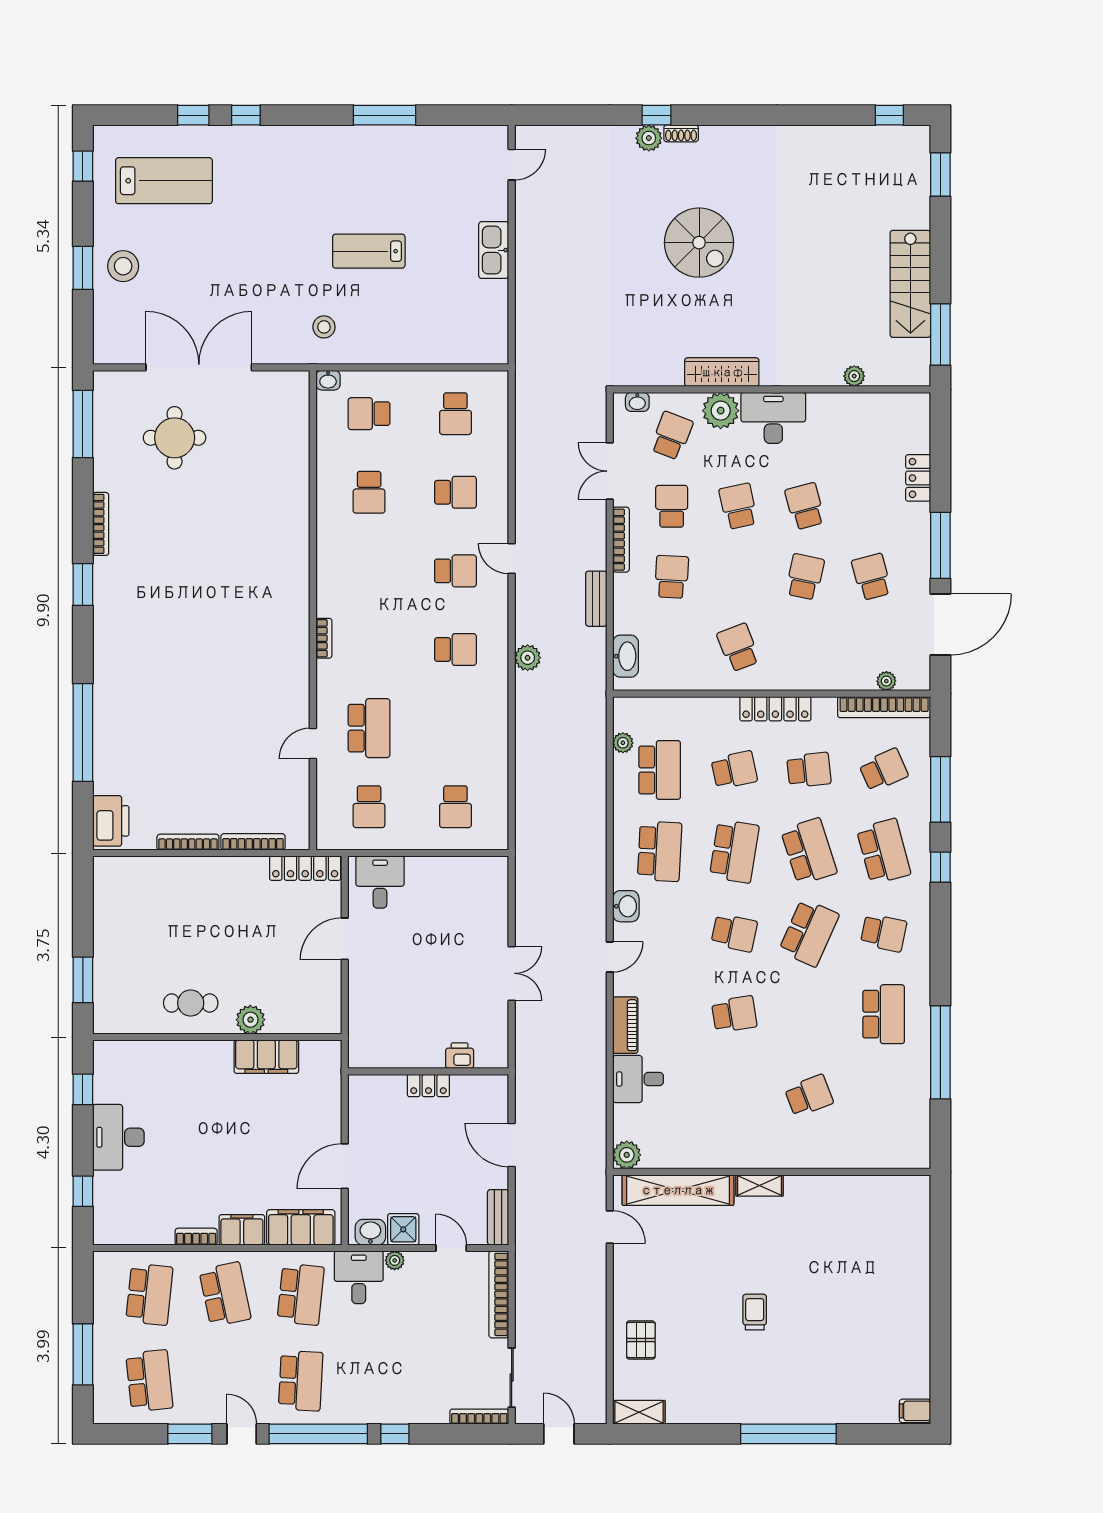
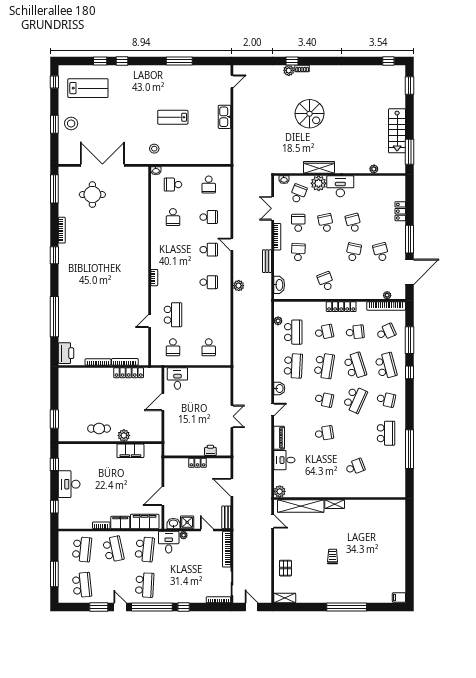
locker: (305, 868) -> (129, 373), moved

